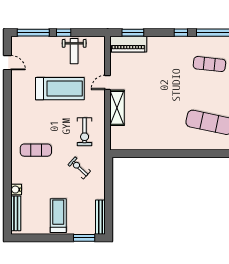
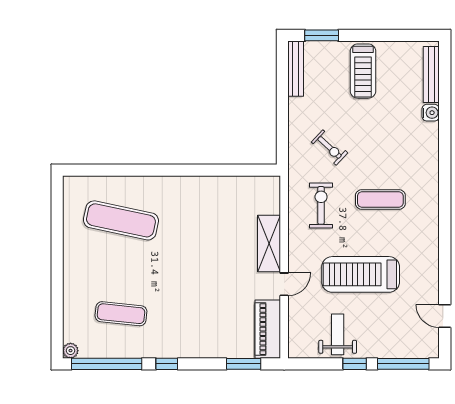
piano: (128, 44) -> (268, 329), moved, turned -90
exercise mat: (36, 150) -> (380, 199), moved

